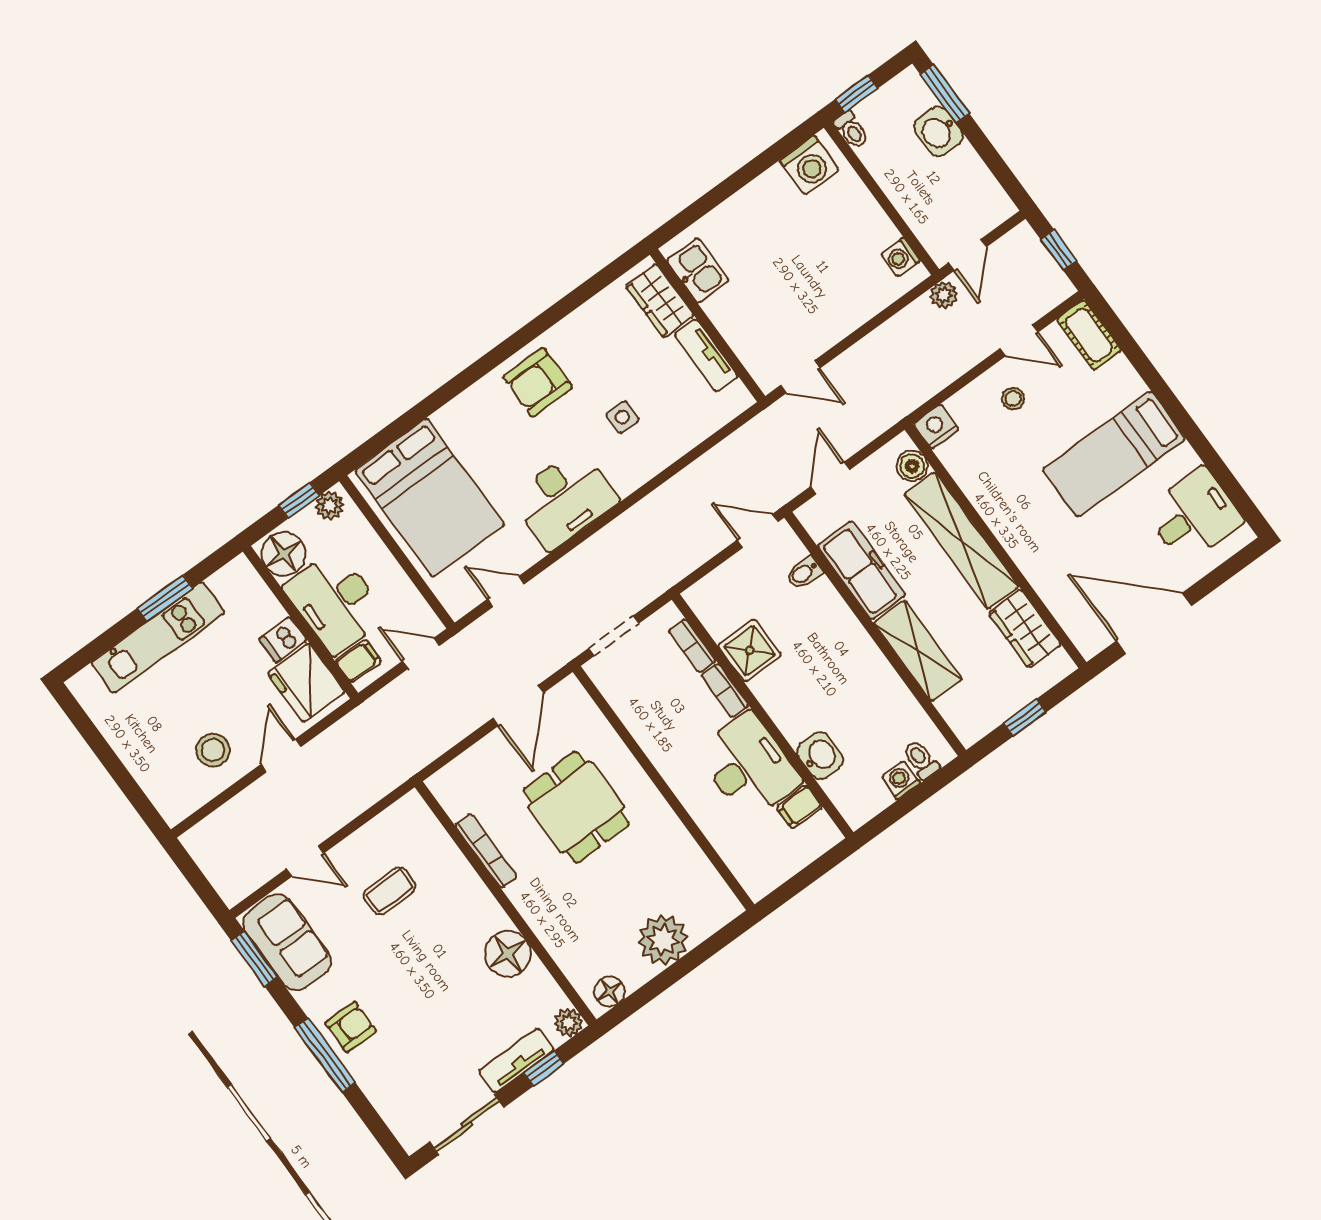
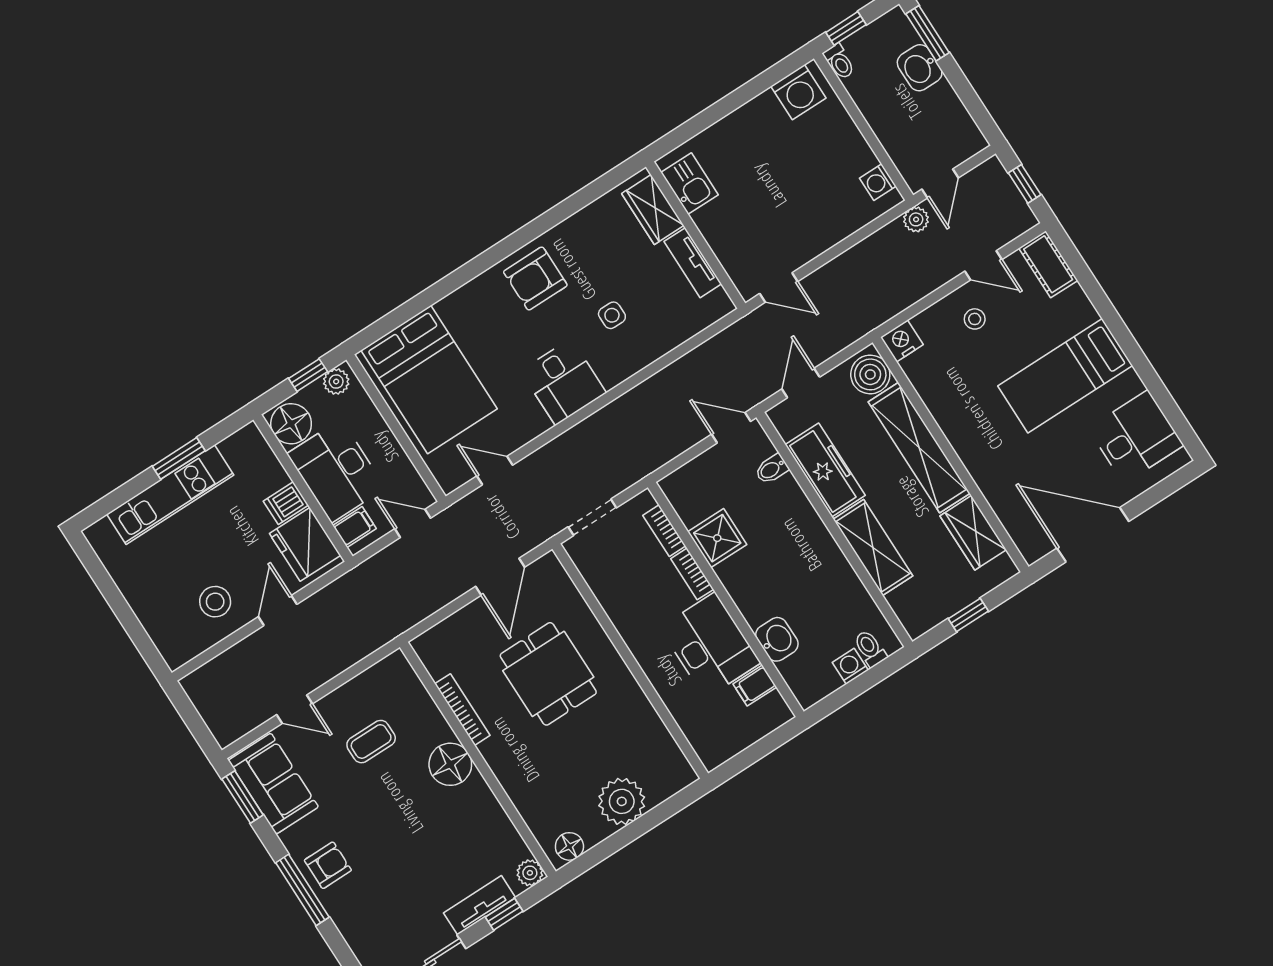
boiler: (912, 466) -> (870, 374), width x1.36, depth x1.36
desk: (564, 499) -> (563, 382), width x0.73
floor lamp: (508, 954) -> (450, 764), moved

